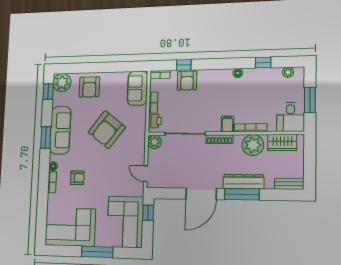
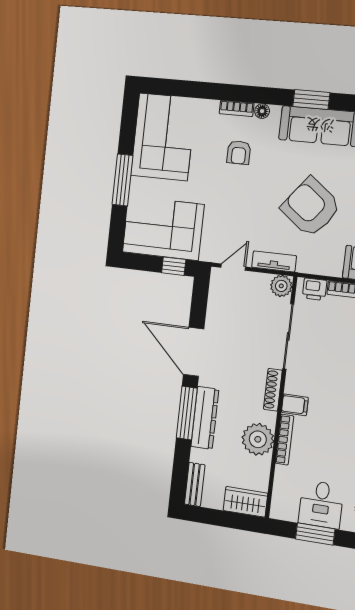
desk: (290, 117) -> (321, 504), moved, turned -90
wardrobe: (282, 142) -> (245, 502), moved, turned 90
tv unit: (140, 148) -> (274, 261), added

